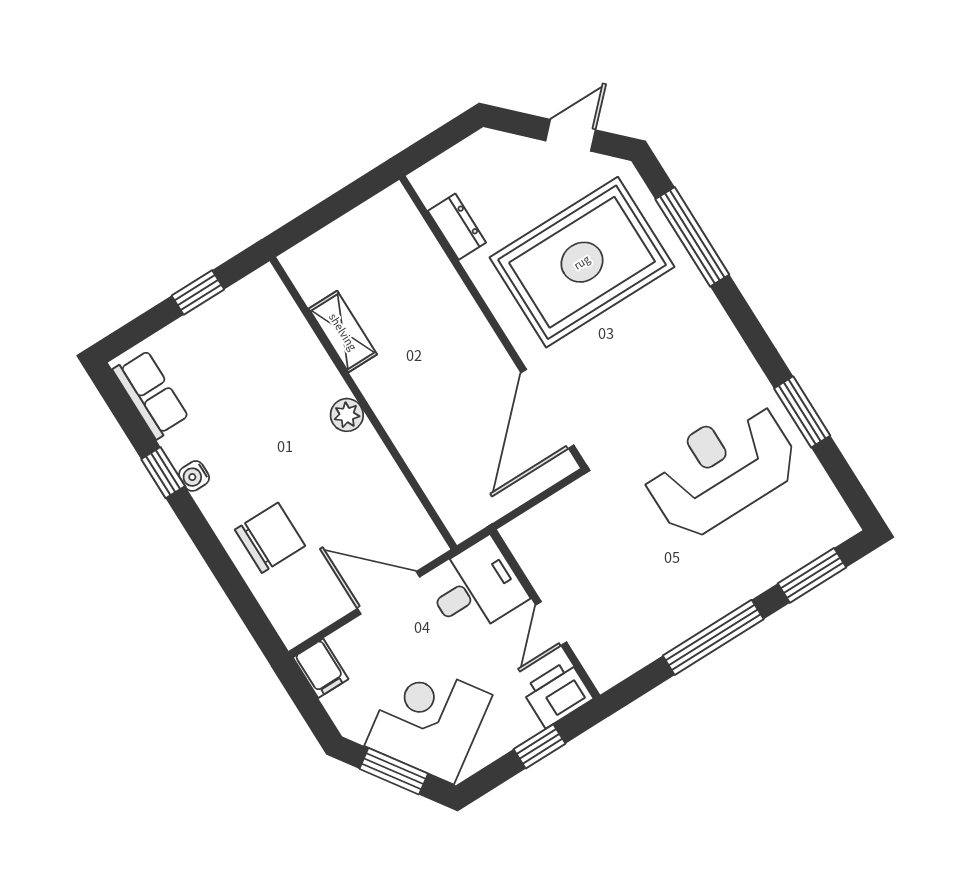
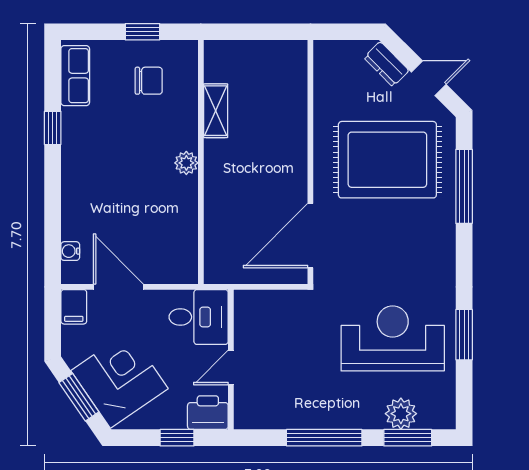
dresser: (457, 227) -> (386, 64), moved, turned 135
water cooler: (194, 476) -> (70, 251), moved
chair: (270, 538) -> (149, 81), moved, width x0.73, depth x0.73
plant: (786, 552) -> (401, 414), added
door: (389, 593) -> (118, 287), moved

